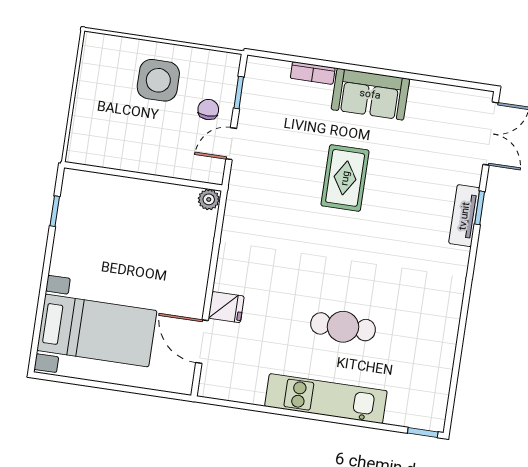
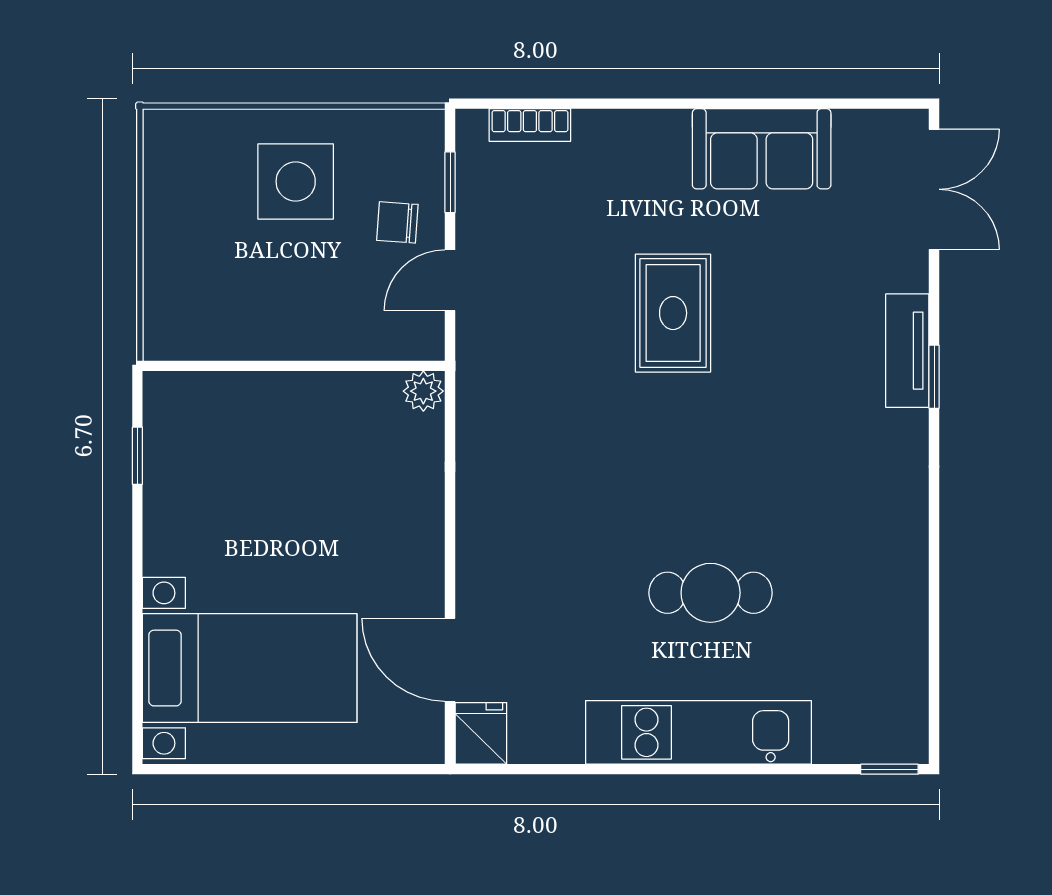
bookcase: (313, 73) -> (530, 125), moved
sofa: (370, 94) -> (762, 149), moved
chair: (208, 109) -> (397, 222), turned -86
window: (480, 208) -> (934, 377), moved
fridge: (226, 307) -> (481, 733), moved, turned -90

